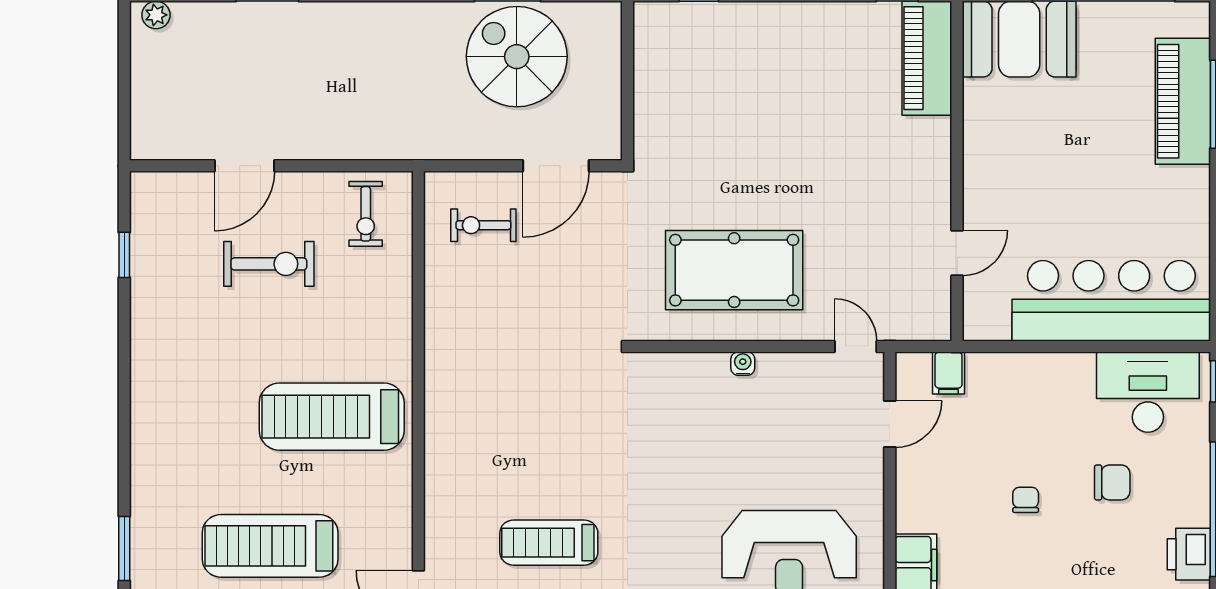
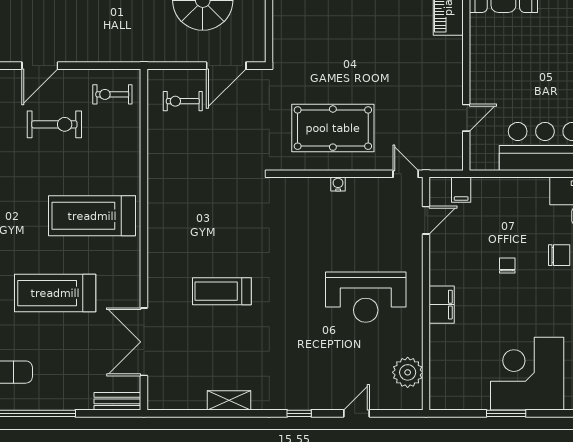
exercise bike: (366, 214) -> (112, 94), turned 90

